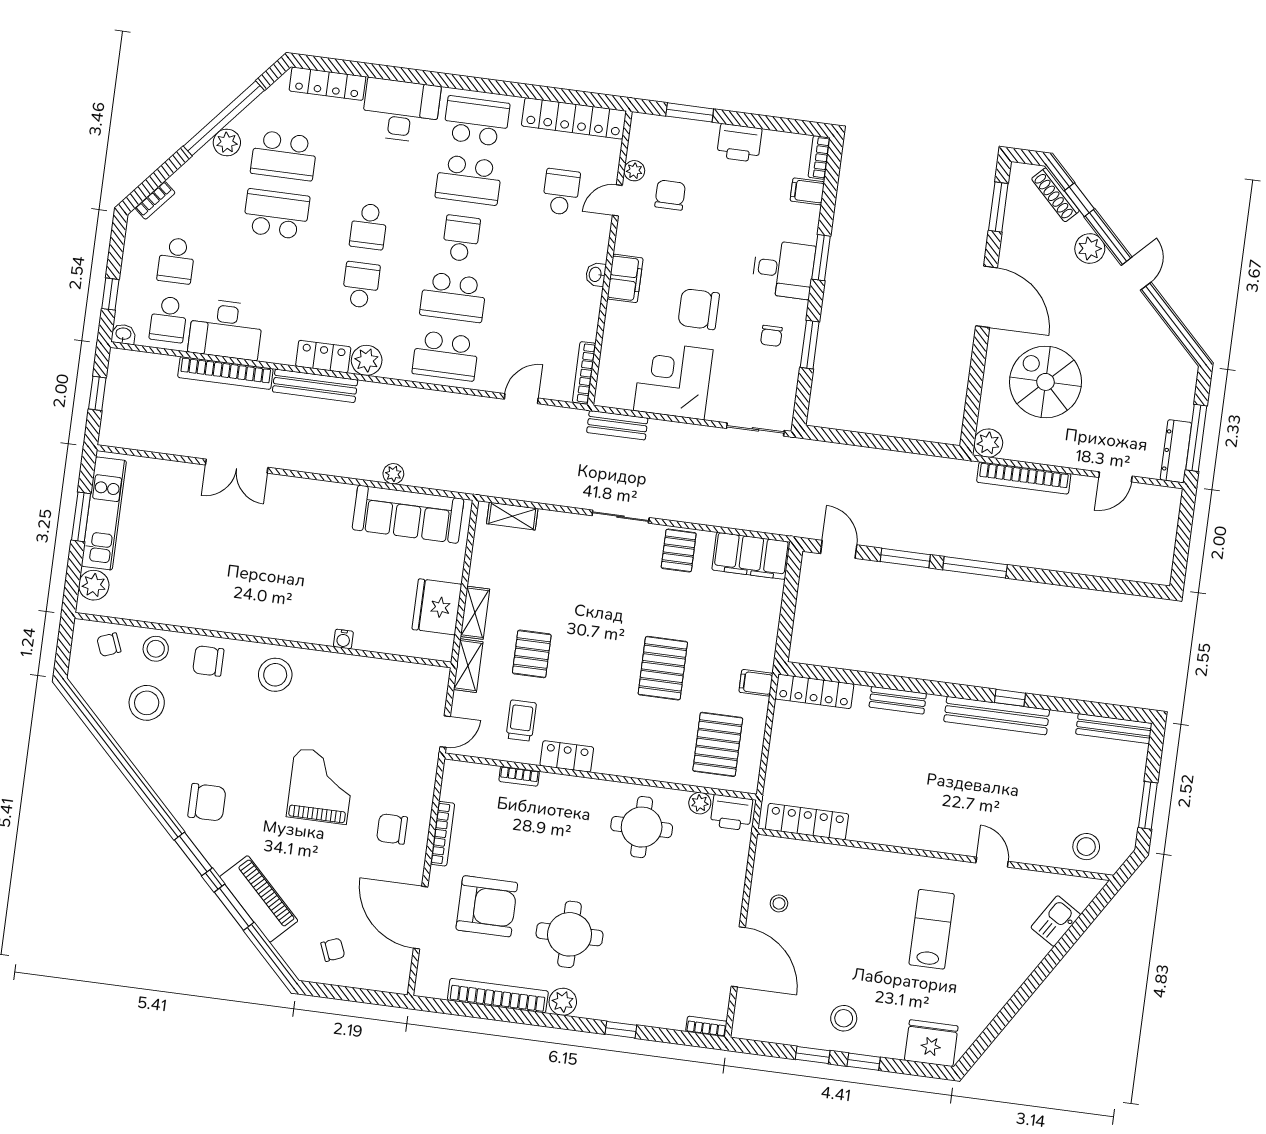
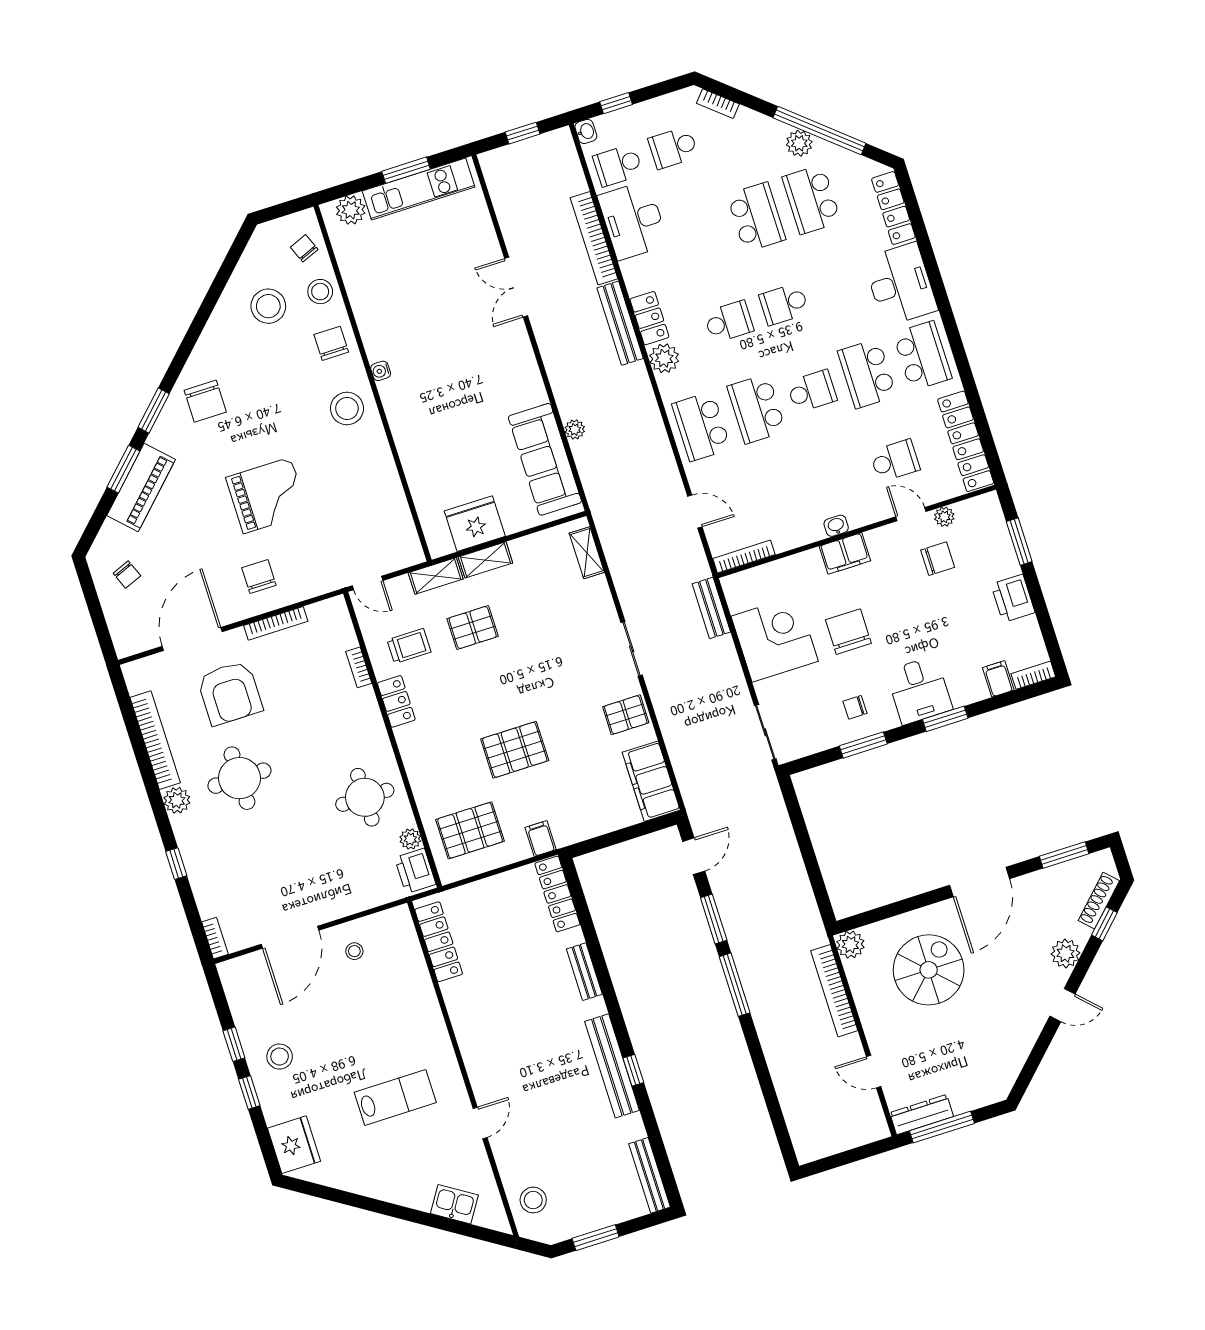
water cooler: (343, 639) -> (381, 371), moved

